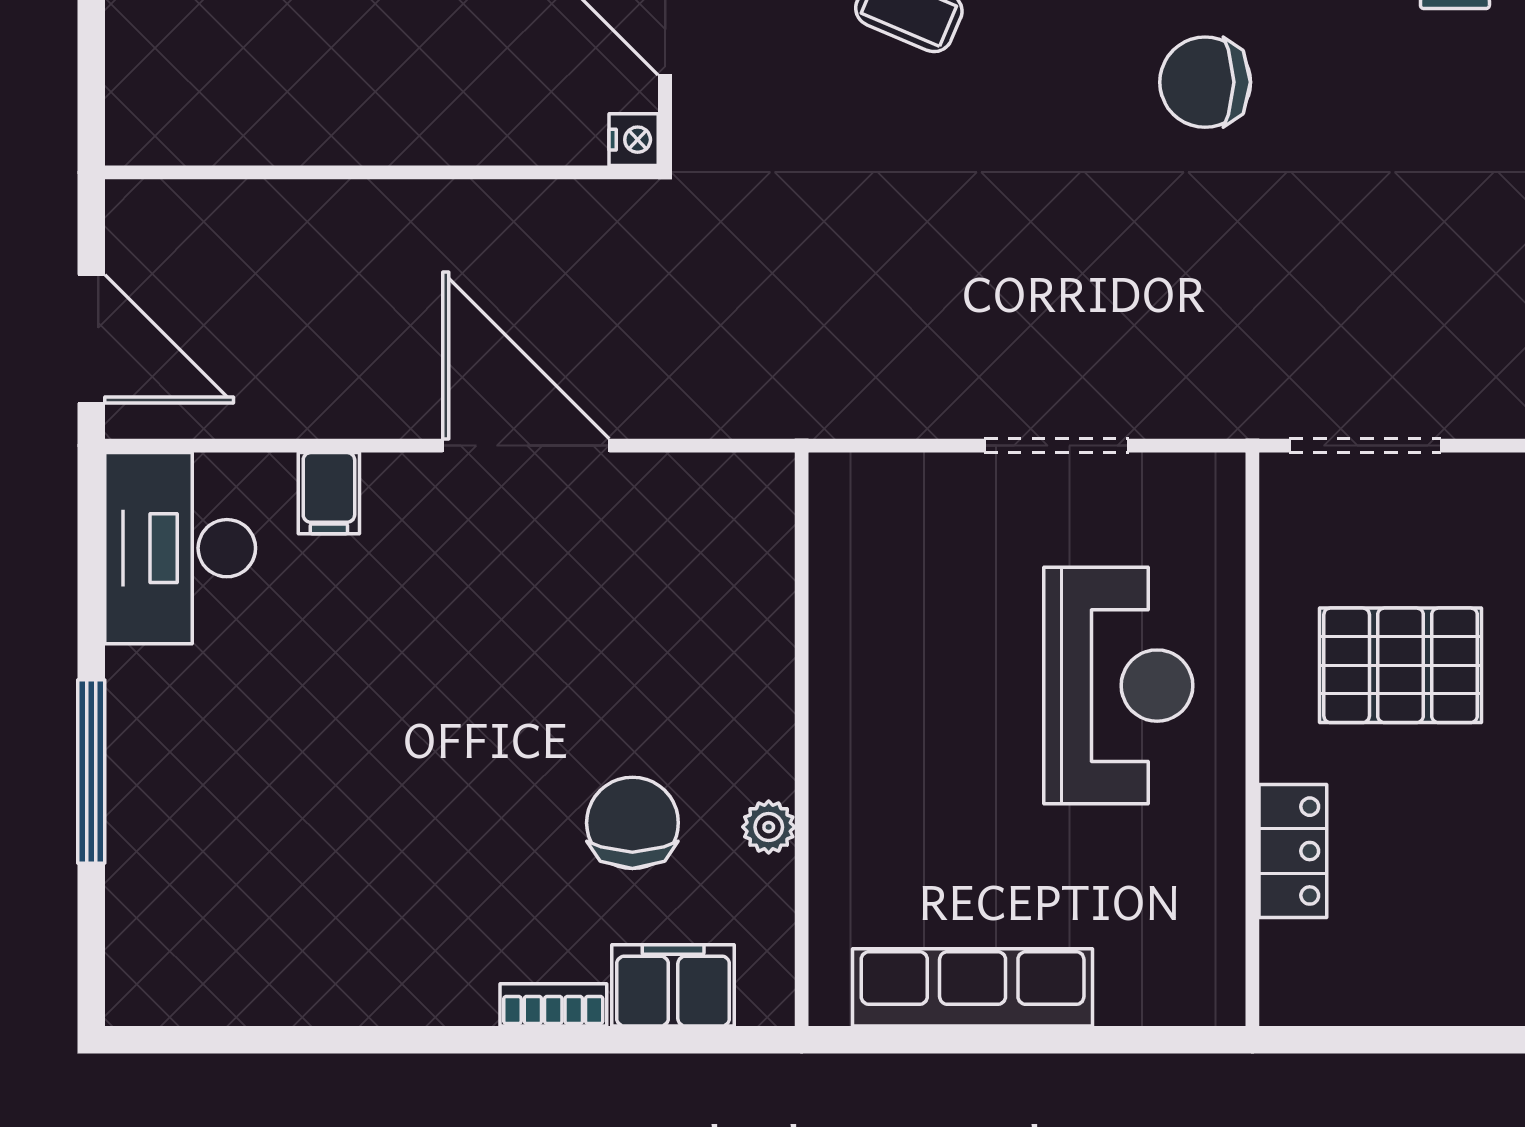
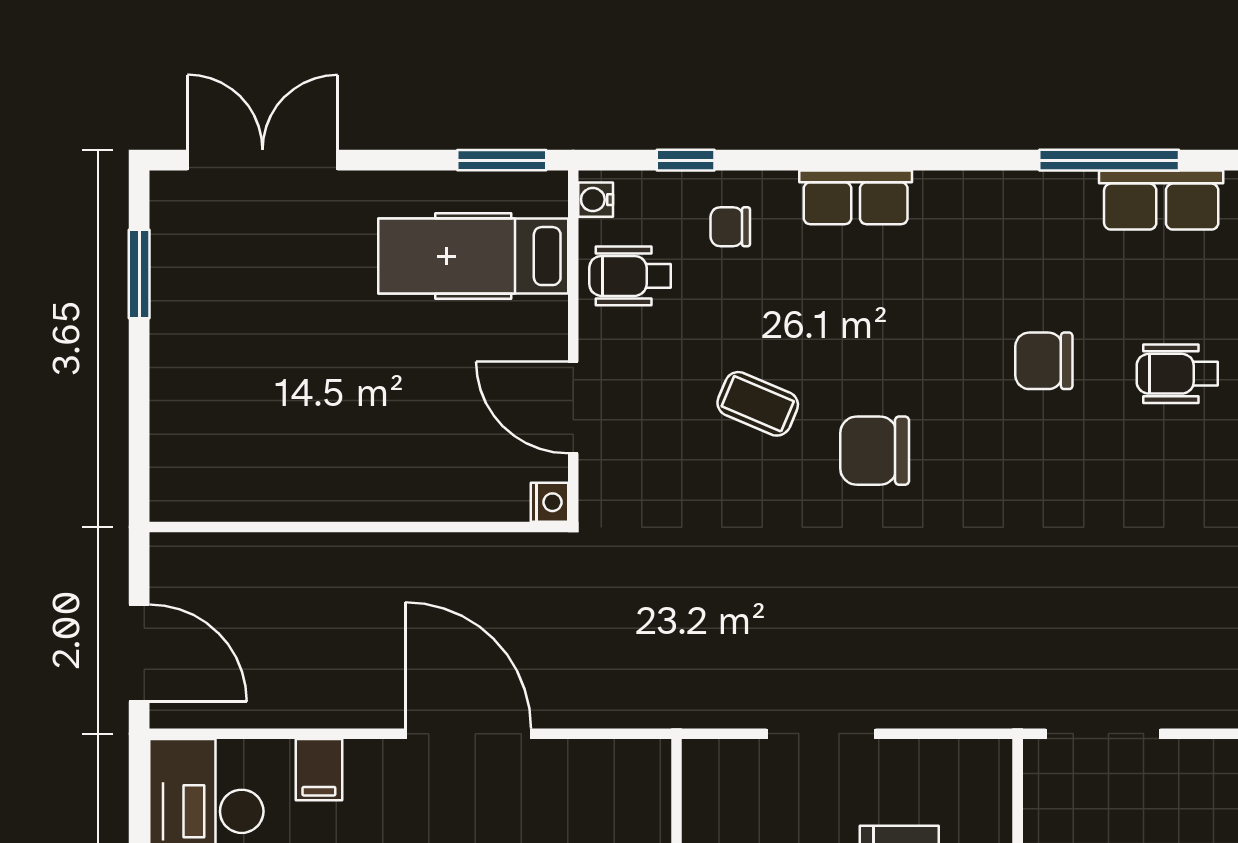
chair: (1205, 82) -> (875, 451), moved
doorway: (1056, 446) -> (821, 734), moved

